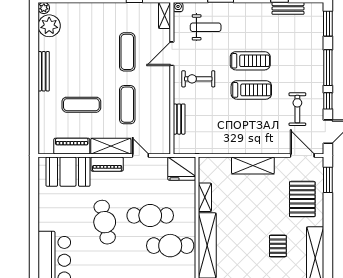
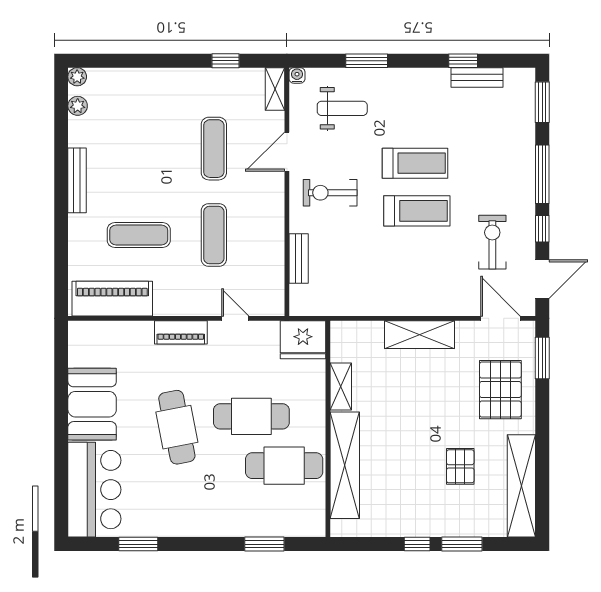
plant: (49, 26) -> (78, 106), width x0.53, depth x0.53
piano: (72, 146) -> (112, 299), width x1.37, depth x1.33
shelving: (111, 146) -> (187, 303), removed
booth: (68, 172) -> (92, 404), moved, turned 90

